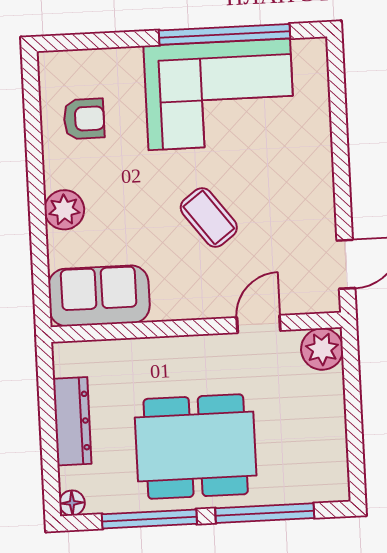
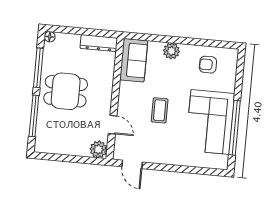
armchair: (84, 119) -> (208, 65), turned 90
coffee table: (209, 217) -> (160, 110), turned -53
dresser: (72, 421) -> (99, 43), moved
dining table: (196, 447) -> (66, 91), width x0.73

